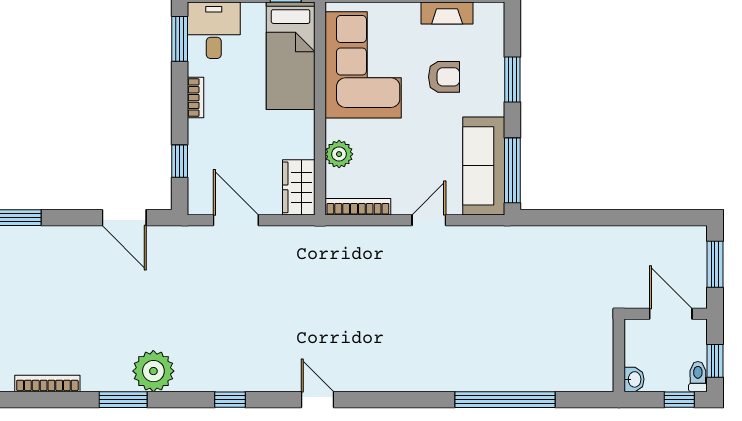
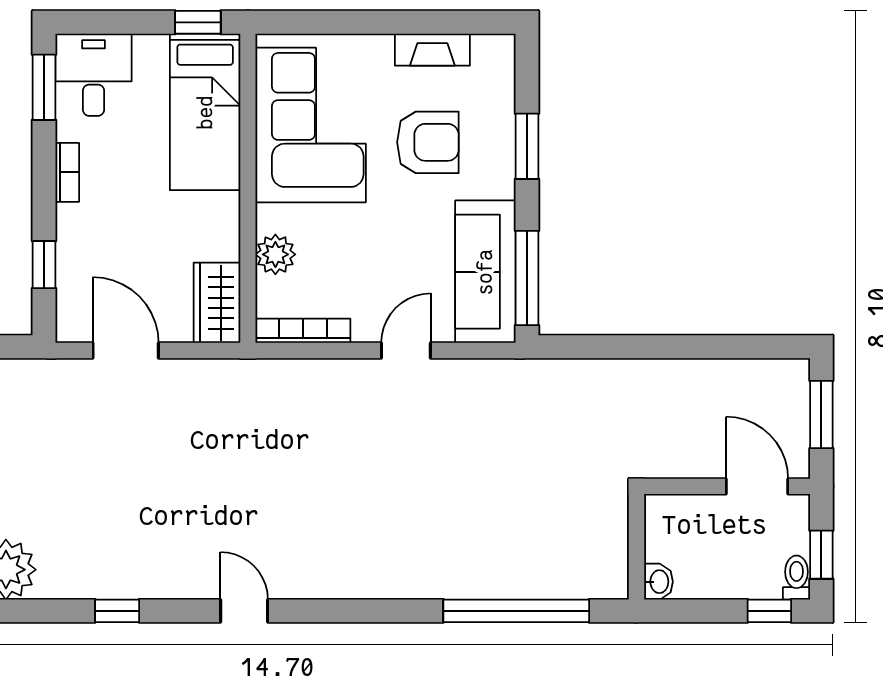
armchair: (444, 77) -> (428, 142), width x1.38, depth x1.38
wall: (619, 355) -> (636, 547), moved
washbasin: (634, 379) -> (658, 582), moved

